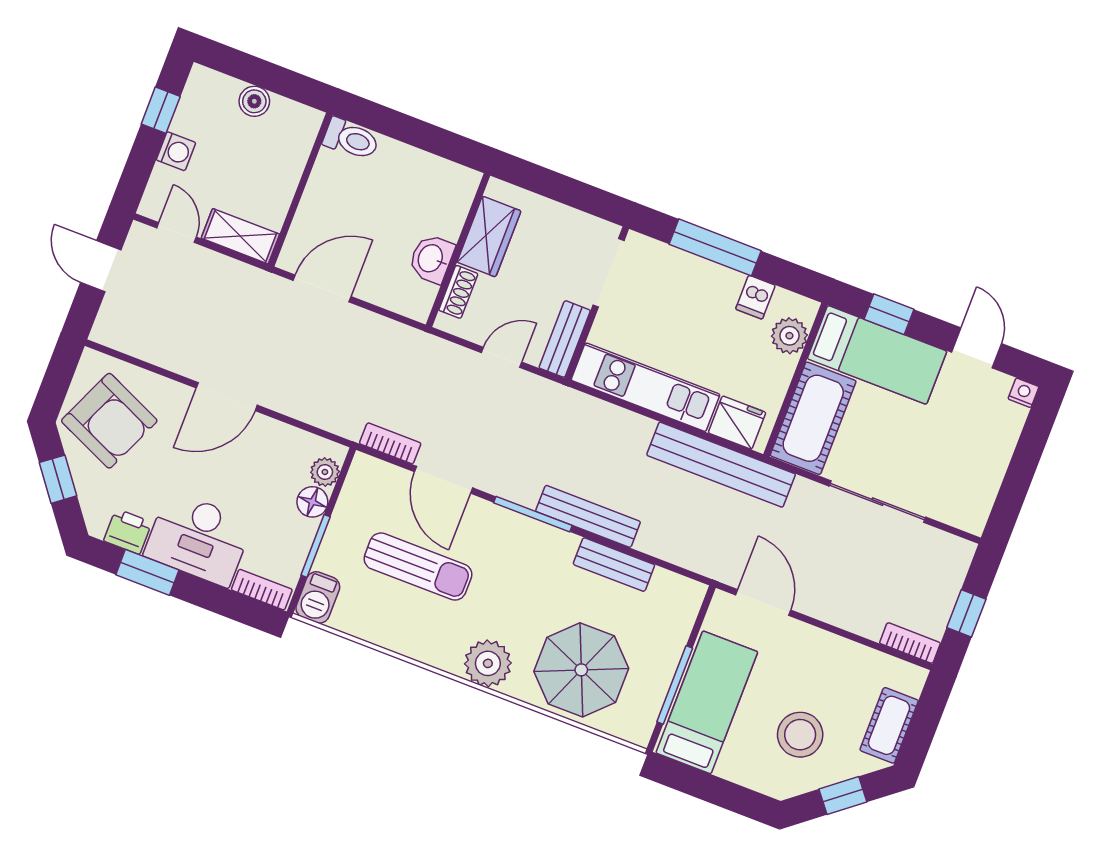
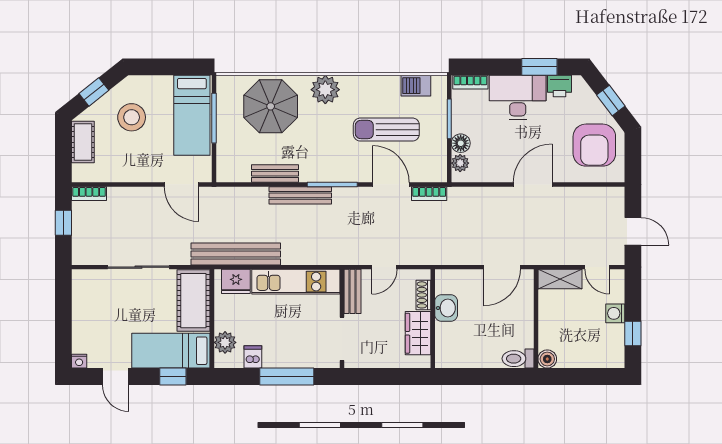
boiler: (254, 101) -> (547, 359), moved
armchair: (109, 421) -> (594, 145), turned -114
barbecue: (318, 597) -> (416, 86), moved, turned -90

